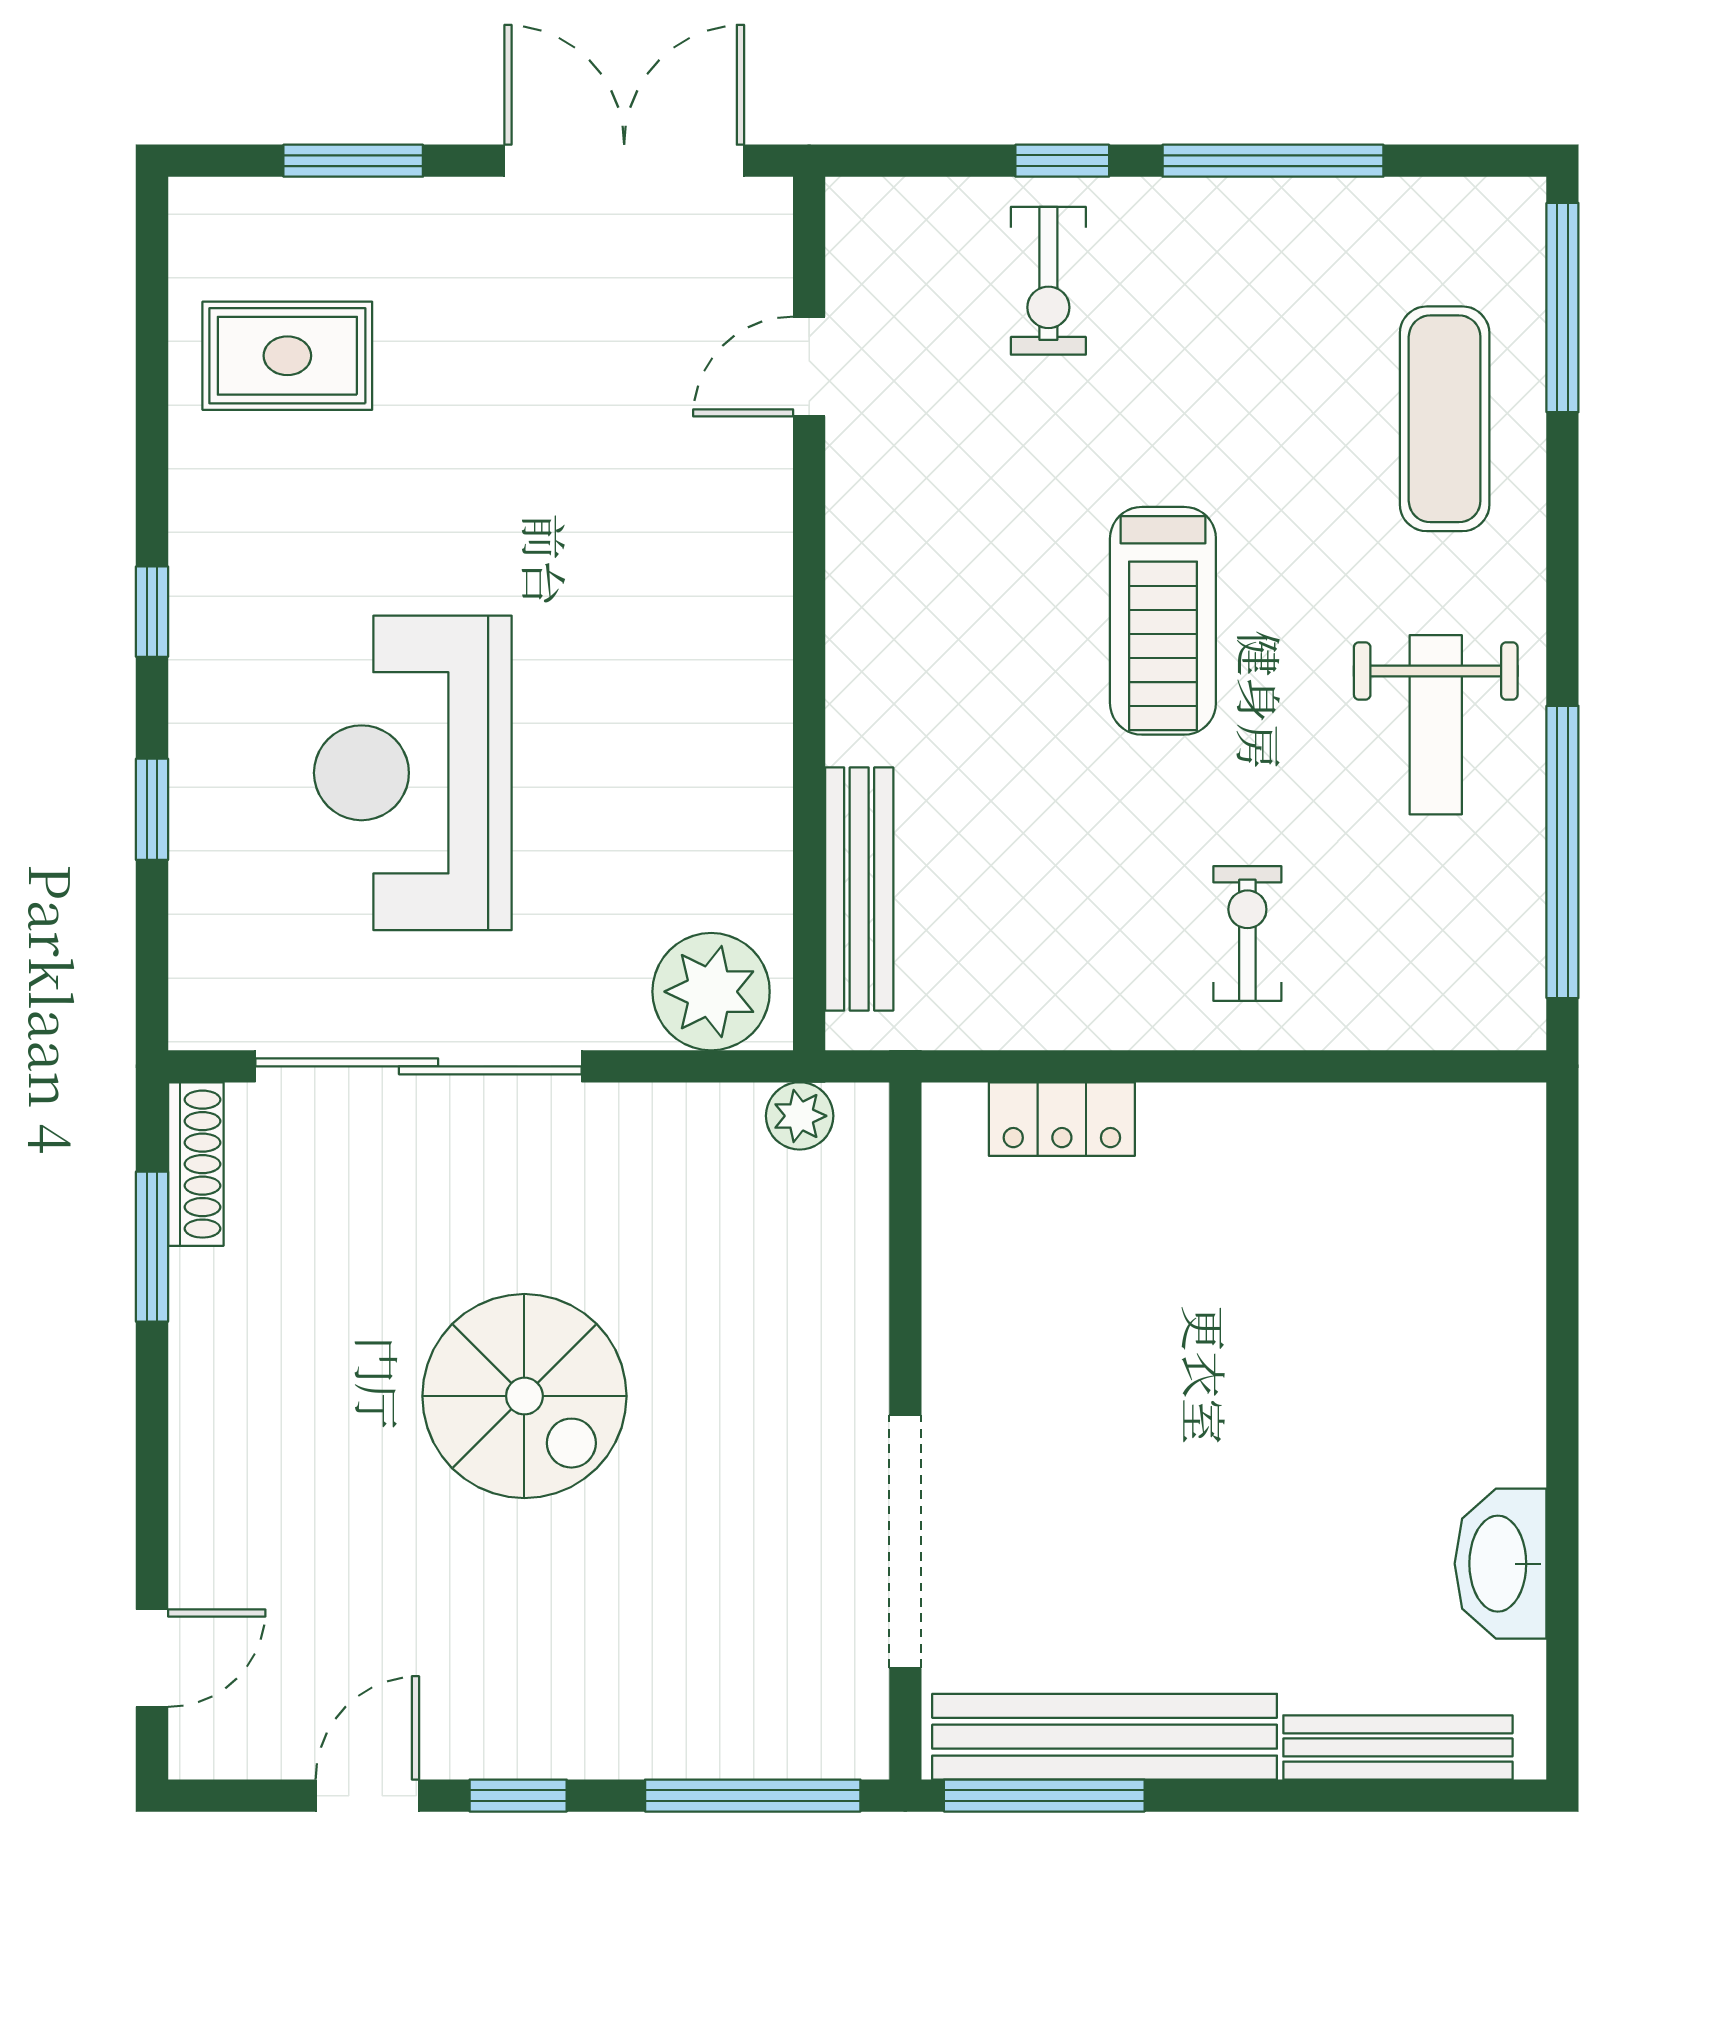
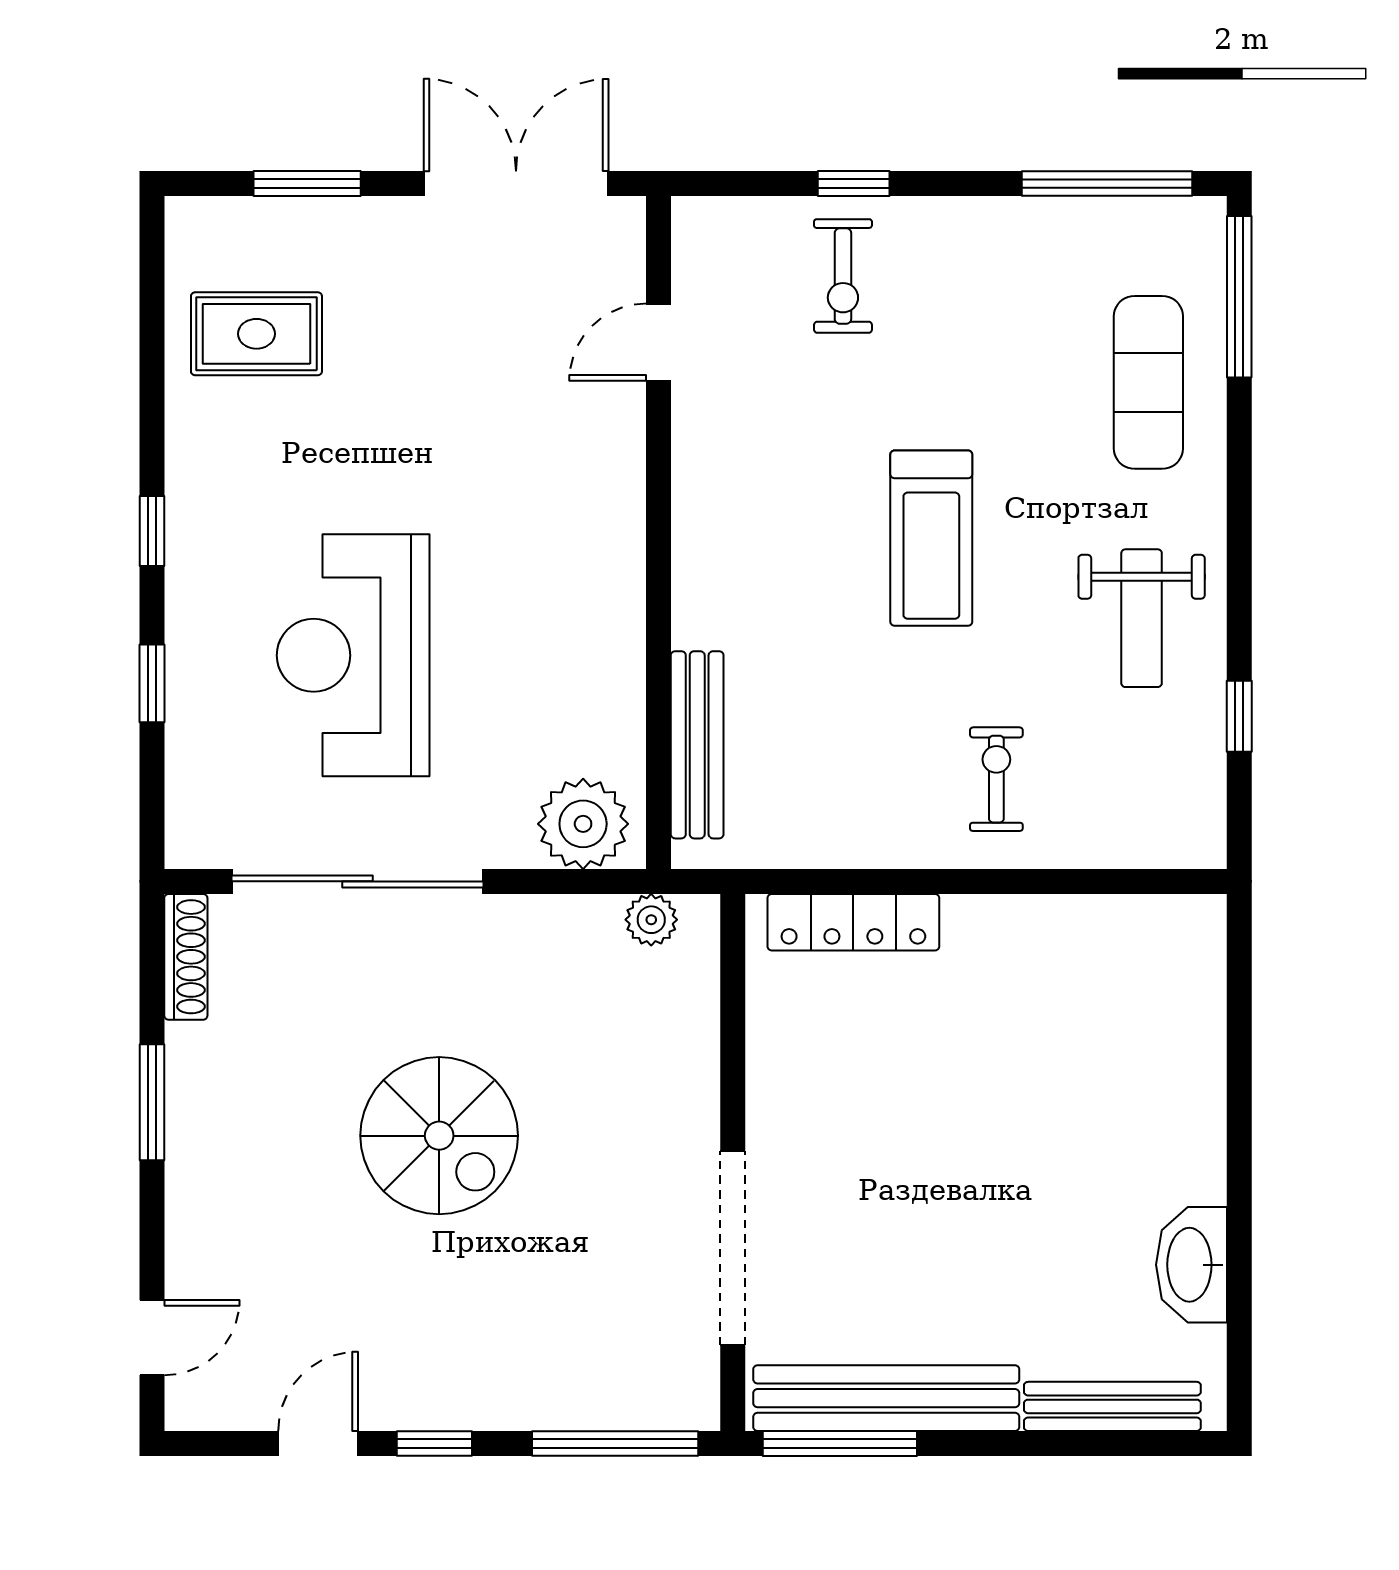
window: (1273, 161) -> (1107, 183), moved
window: (1562, 852) -> (1239, 716), width x0.32
locker: (1062, 1119) -> (853, 922), width x1.53
window: (152, 1247) -> (152, 1102), moved

